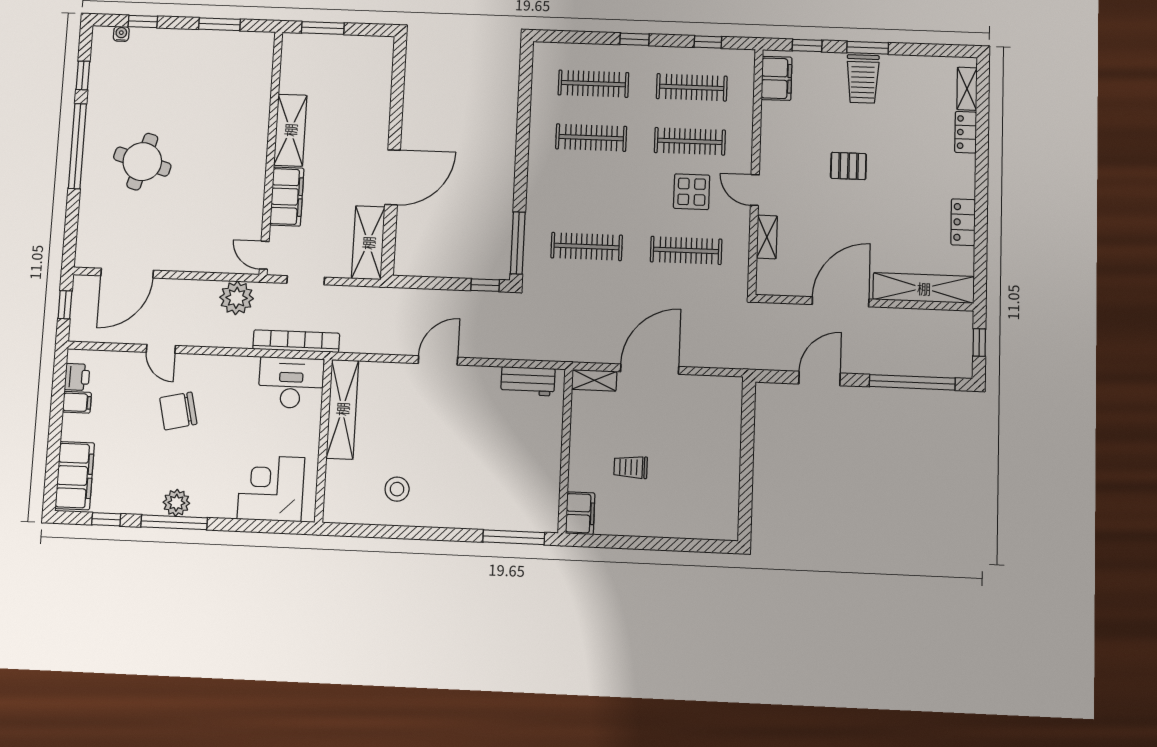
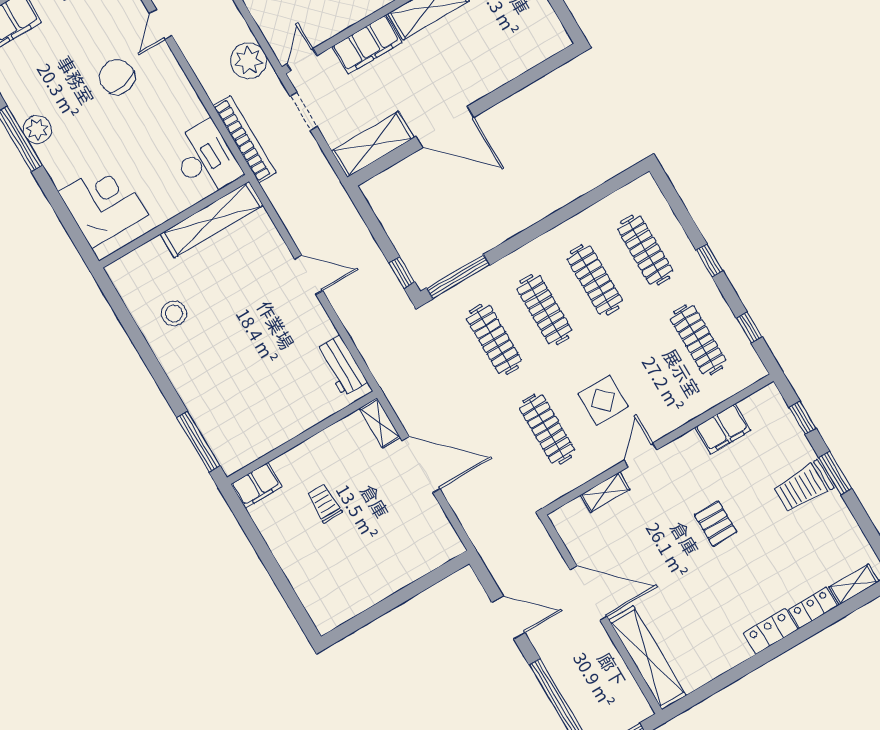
filing cabinet: (777, 78) -> (723, 429), moved
clothes rail: (690, 141) -> (544, 310), moved
locker: (963, 222) -> (771, 631), moved

